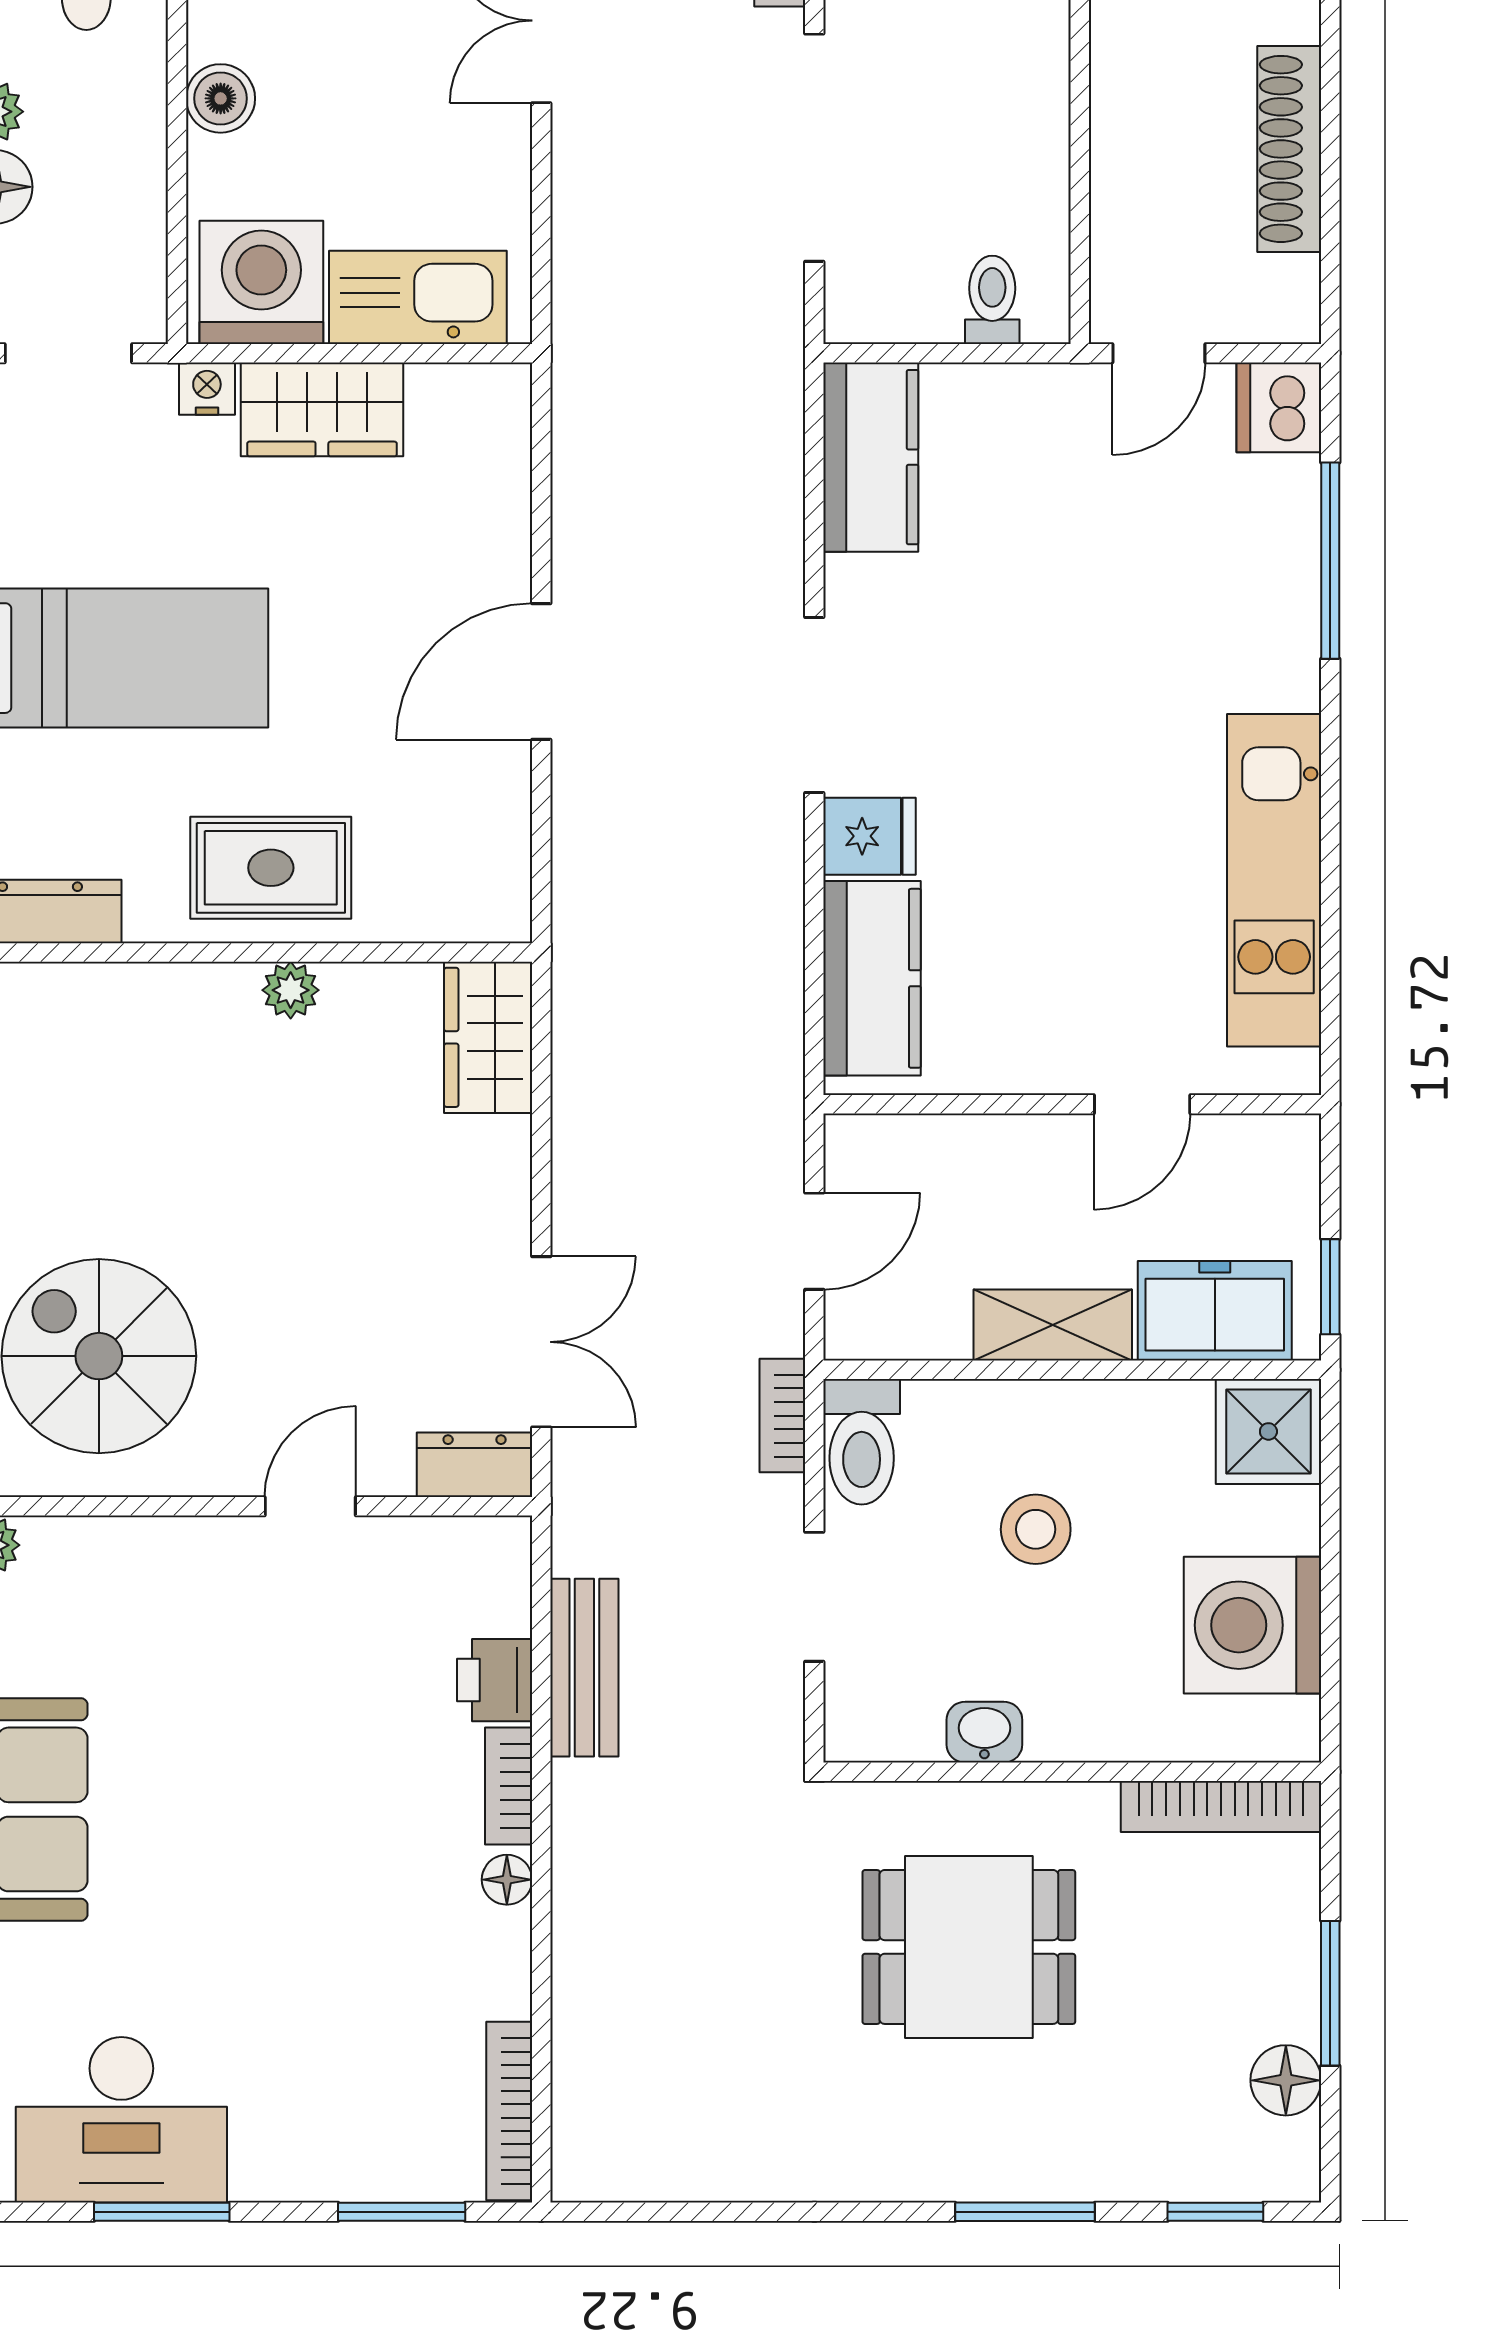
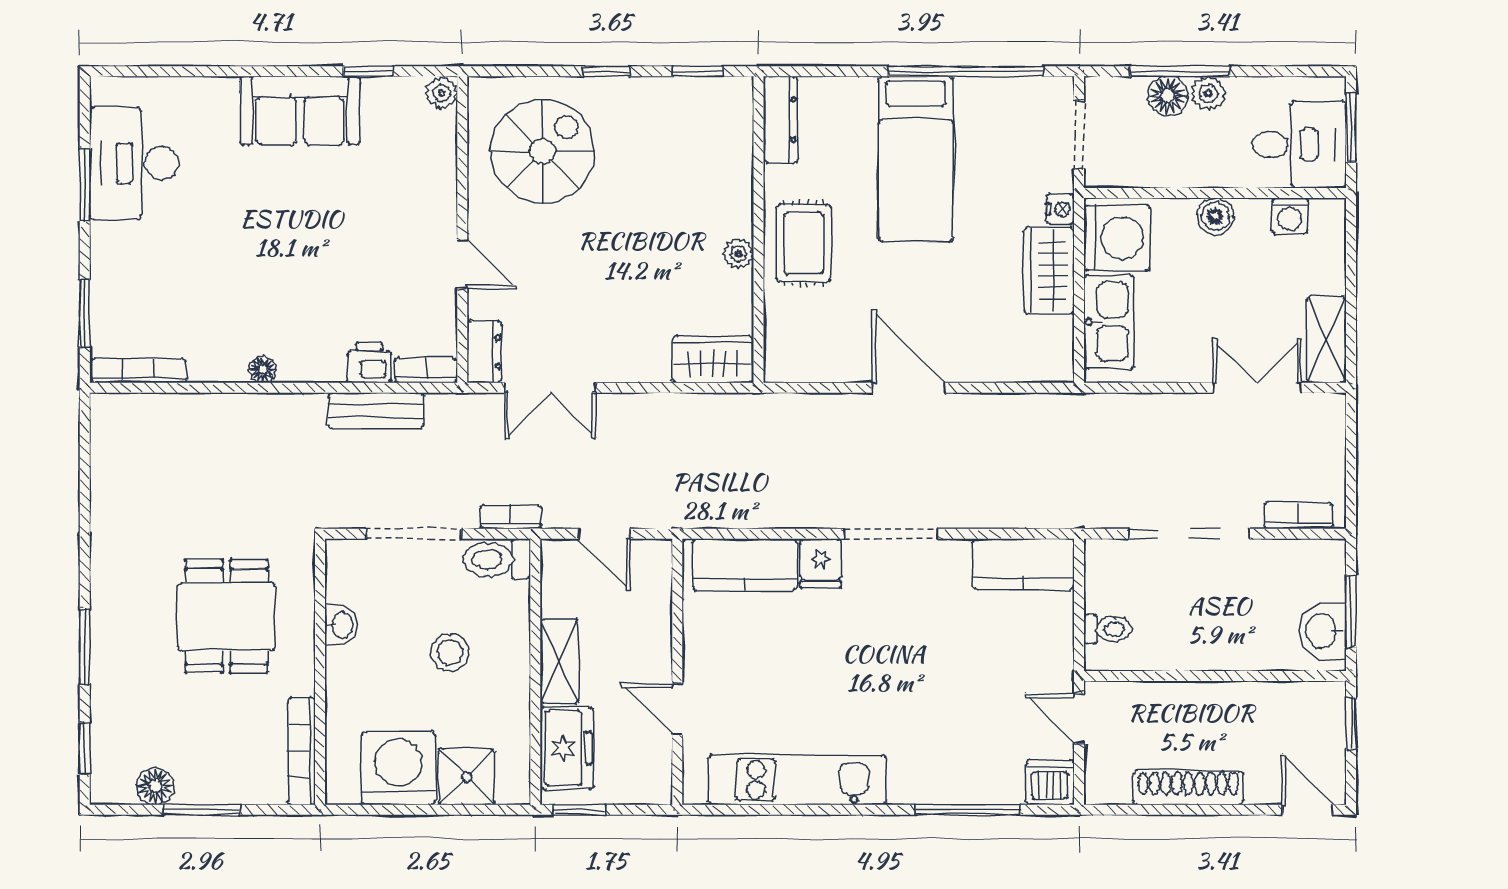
shower: (1268, 1431) -> (467, 777), moved
doorway: (814, 1597) -> (414, 534), width x1.38
bookcase: (509, 1786) -> (426, 370), moved

